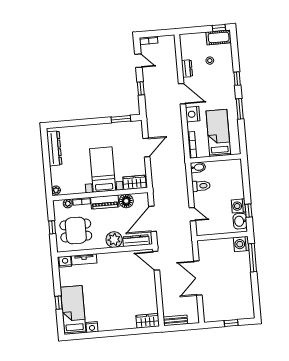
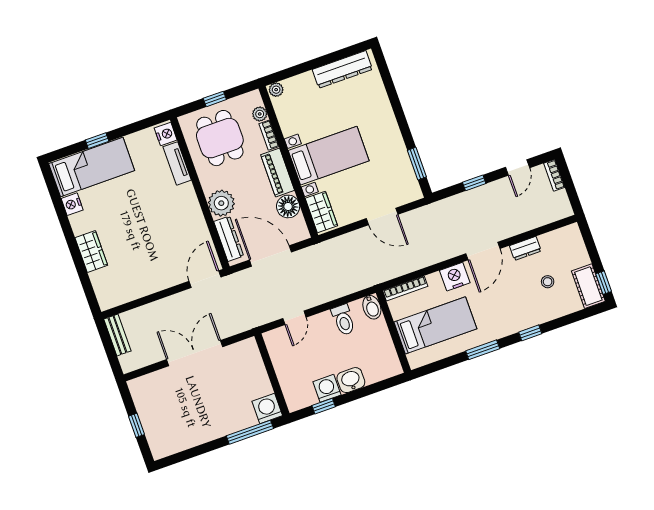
washbasin: (240, 221) -> (351, 380), moved
wardrobe: (148, 321) -> (91, 252), moved

